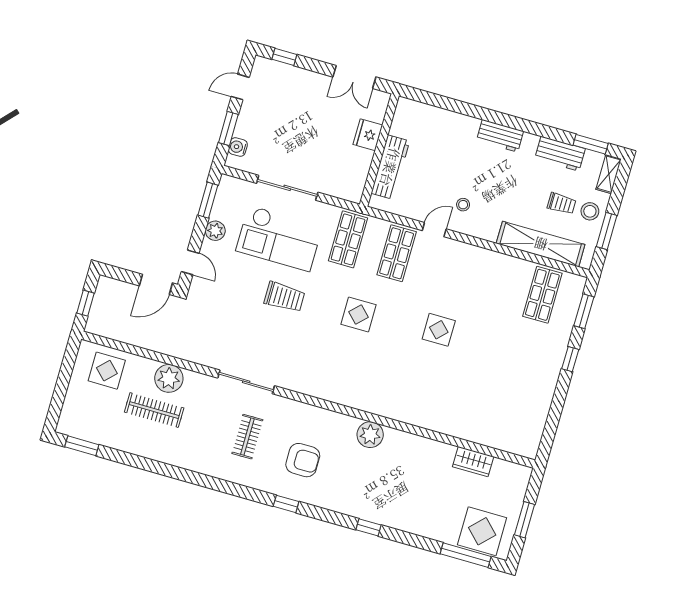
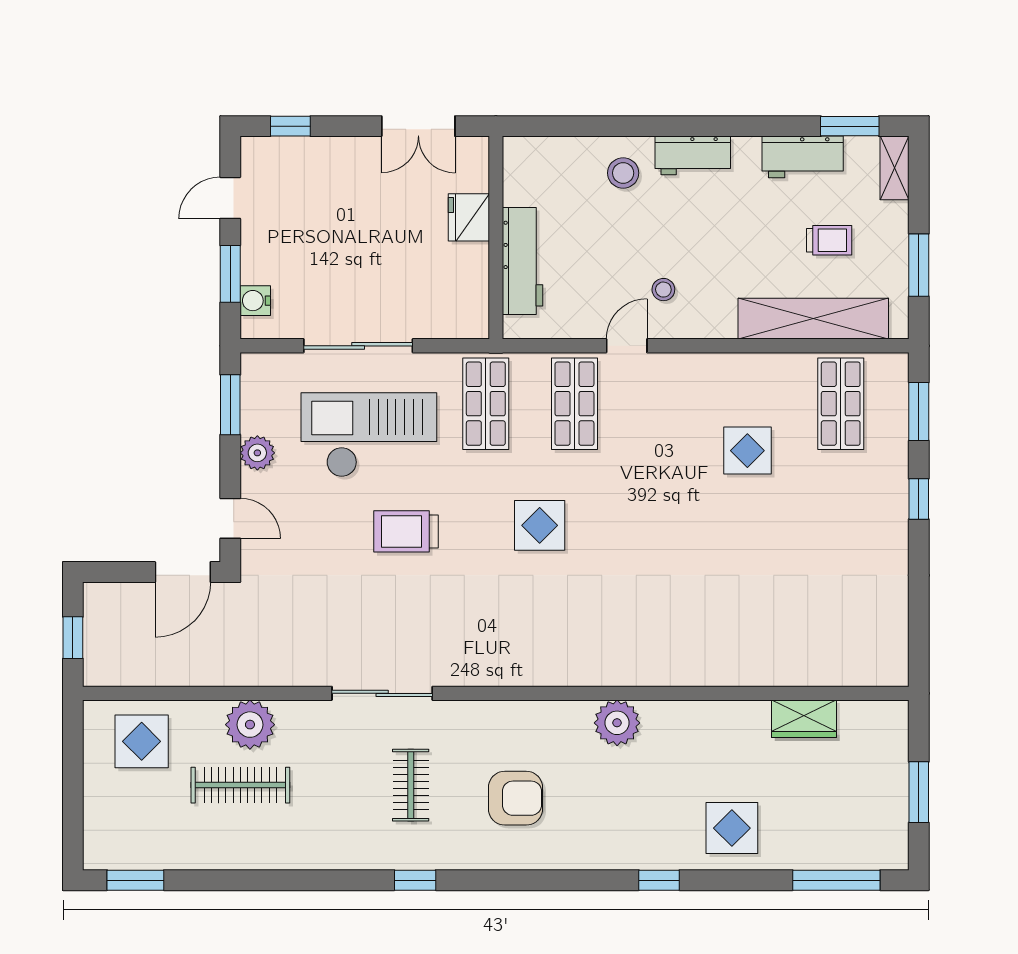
stool: (590, 211) -> (623, 173), moved
checkout: (279, 238) -> (369, 435), turned 180
trolley: (284, 297) -> (406, 531), turned 180
display table: (439, 330) -> (747, 451), moved
window: (286, 504) -> (415, 880), moved
display table: (482, 531) -> (732, 828), moved, width x0.73, depth x0.73

